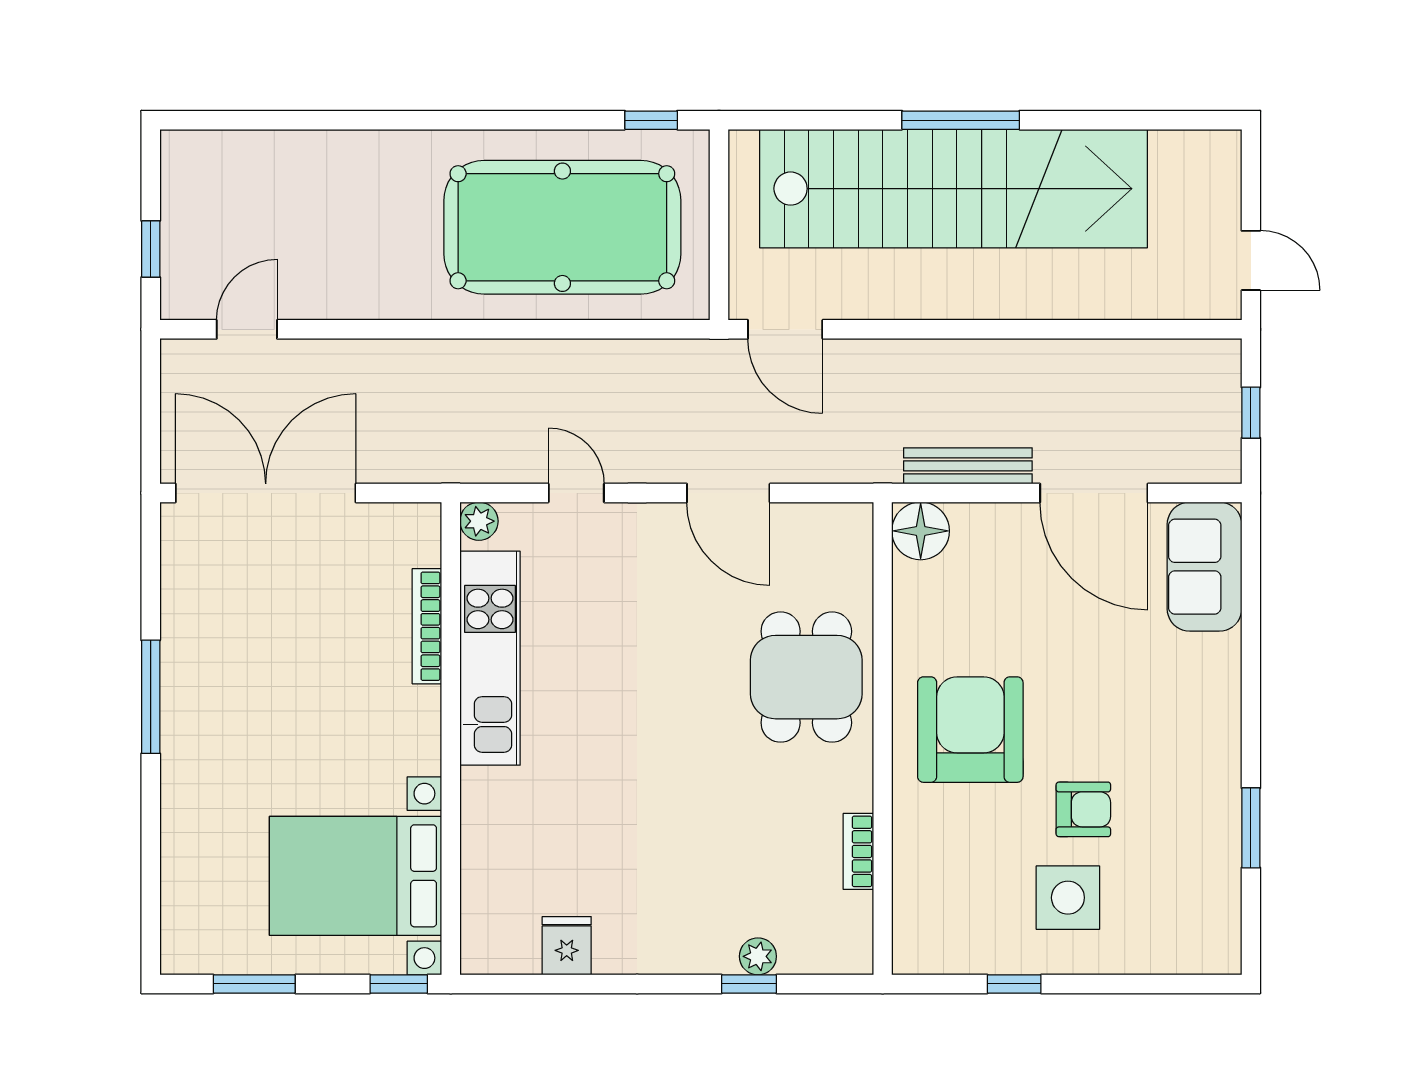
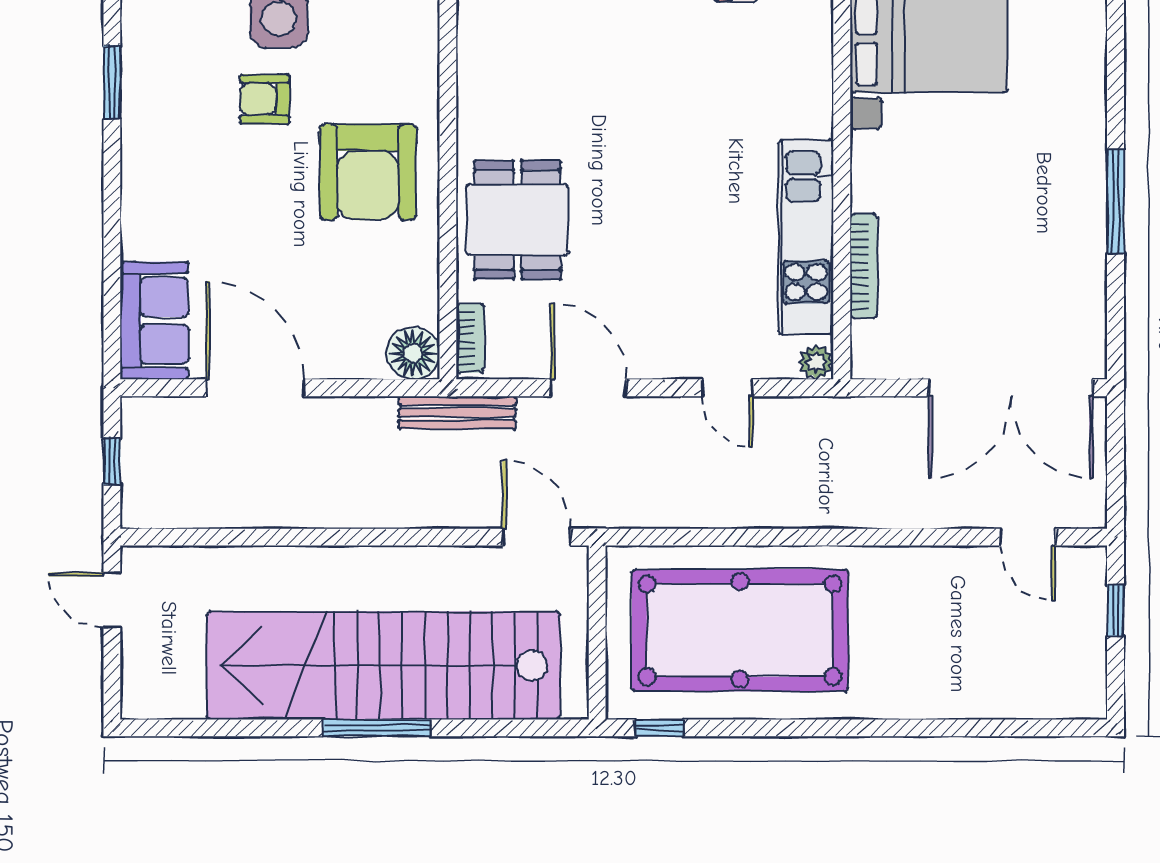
door: (247, 329) -> (1028, 537), hinge flipped
bench: (968, 466) -> (457, 413), moved
bookcase: (858, 851) -> (470, 338), moved

